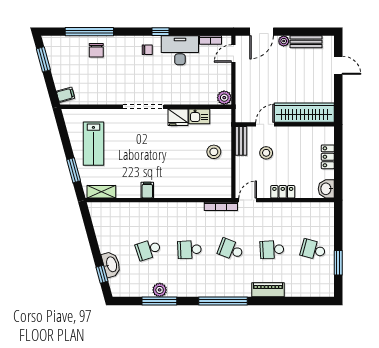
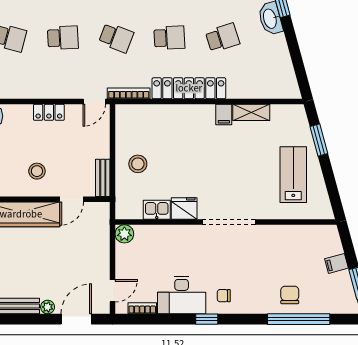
filing cabinet: (65, 95) -> (336, 263), moved
stool: (266, 153) -> (37, 171), moved
shelving: (101, 192) -> (251, 112), moved
locker: (174, 210) -> (189, 88), added

